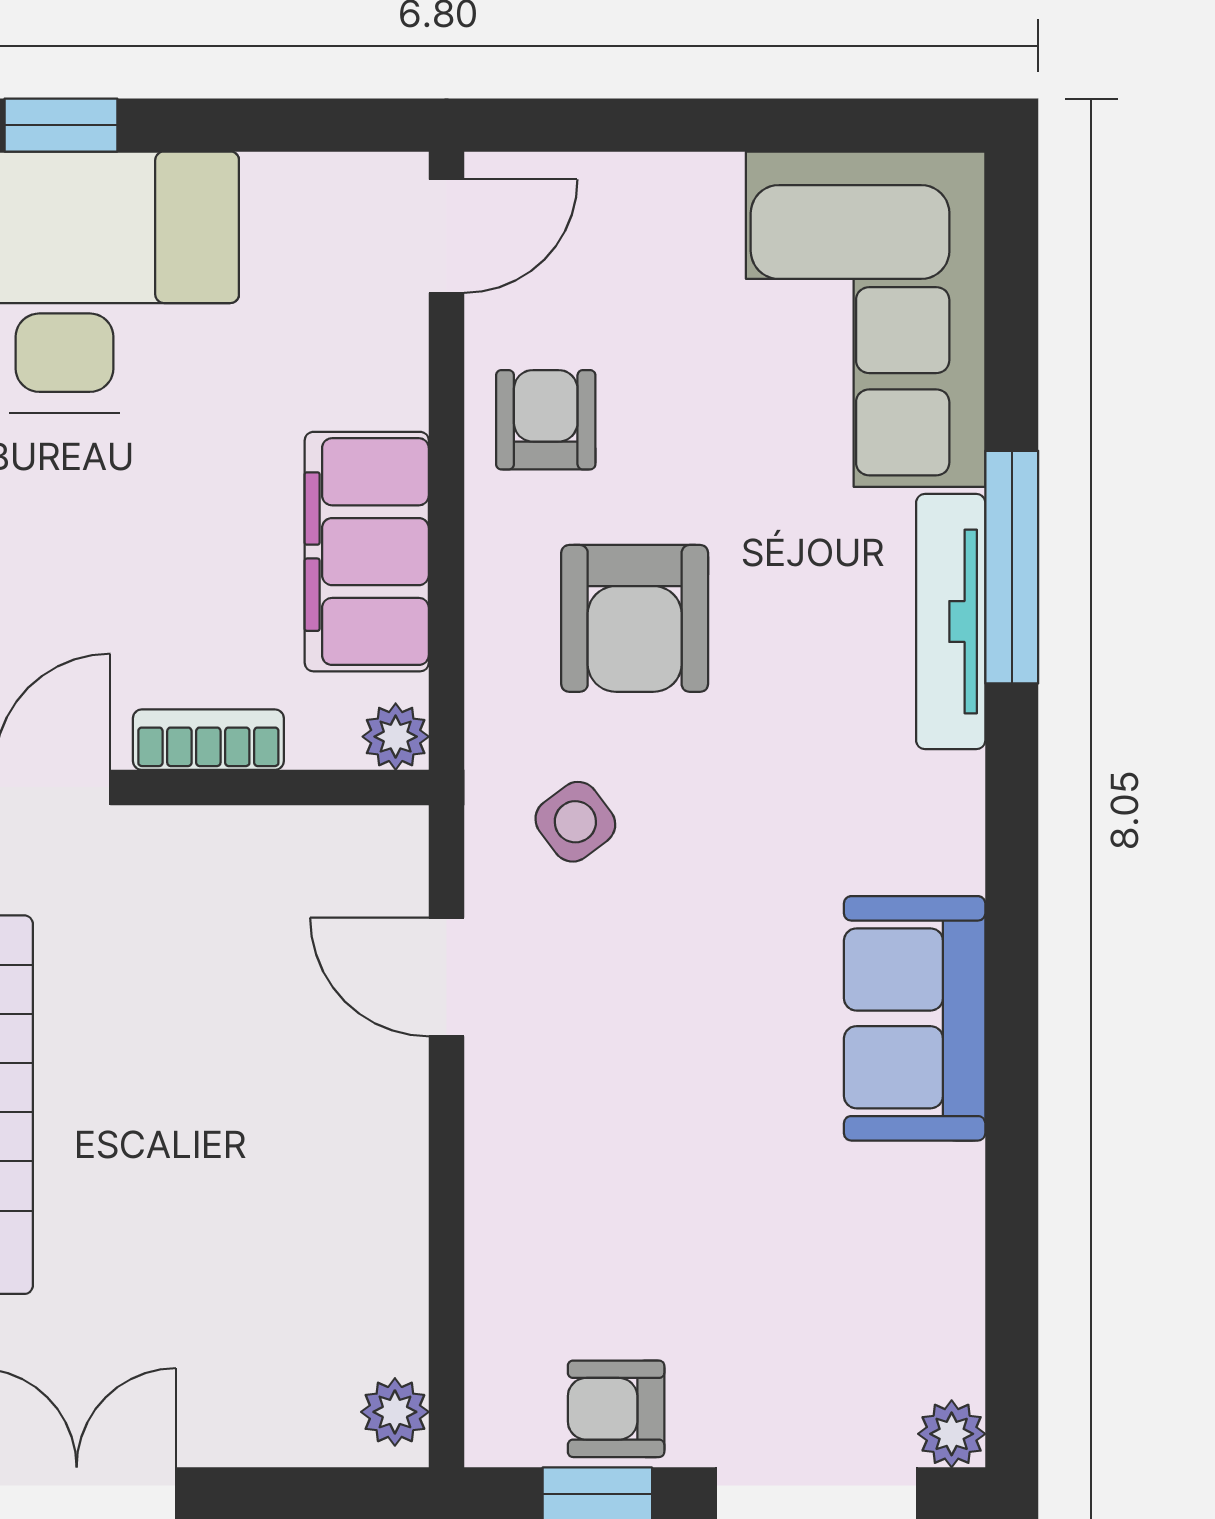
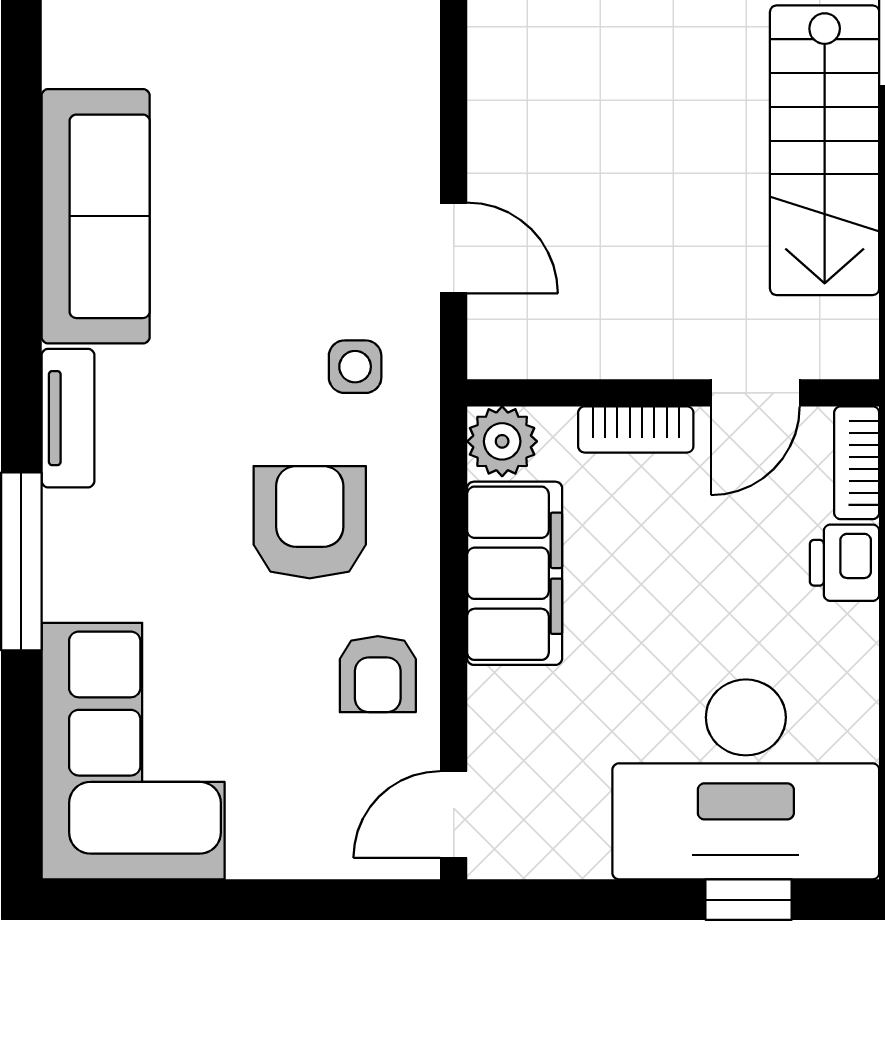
tv unit: (951, 622) -> (68, 418), moved, width x0.71
plant: (396, 737) -> (502, 441), width x1.38, depth x1.38
side table: (575, 822) -> (355, 367), turned 37
sofa: (915, 1018) -> (96, 216), width x1.36

